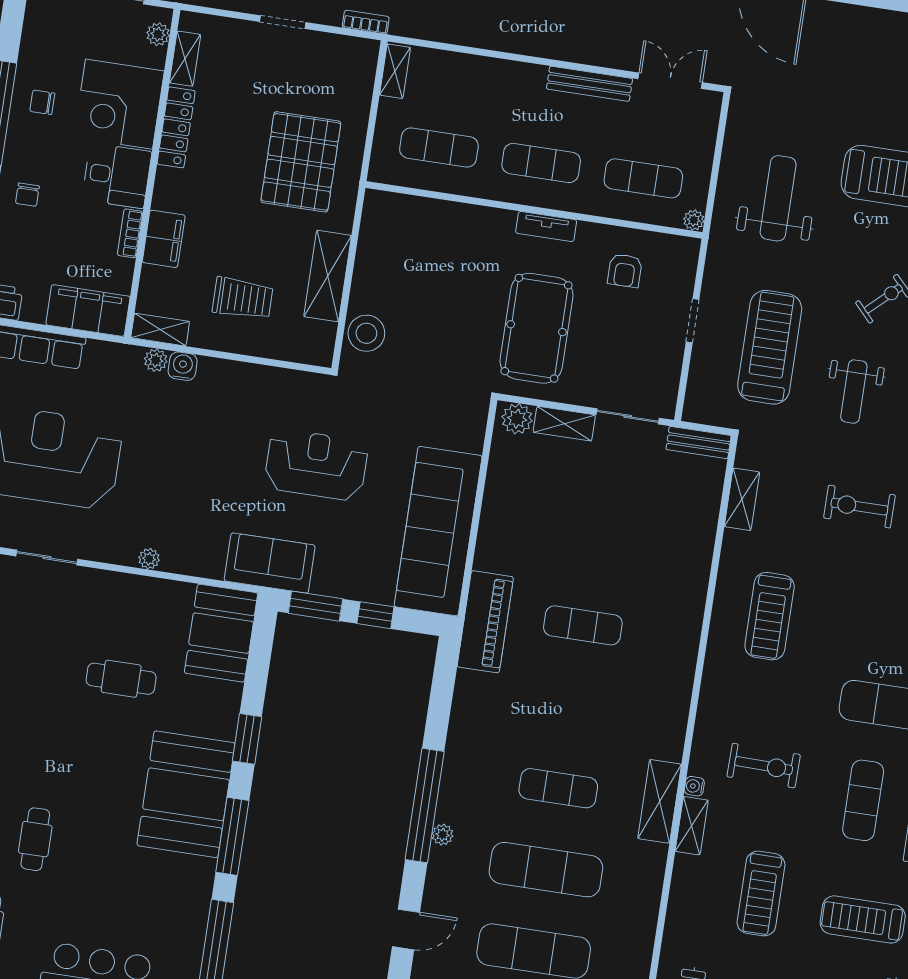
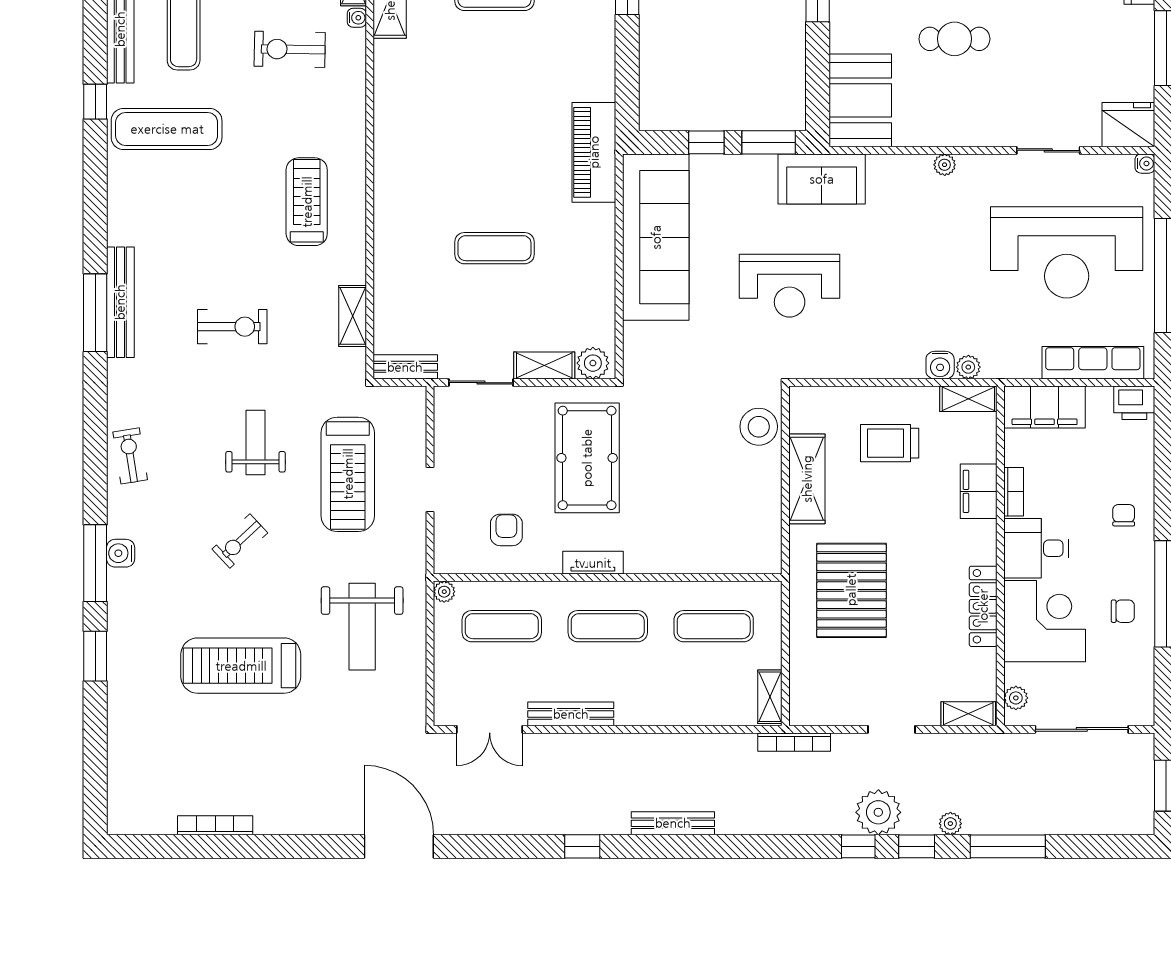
bookcase: (366, 22) -> (794, 742), width x1.56
shelving: (185, 59) -> (968, 714), moved, turned 90
exercise mat: (583, 625) -> (494, 248), moved

